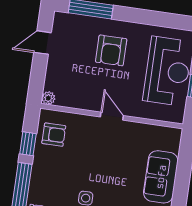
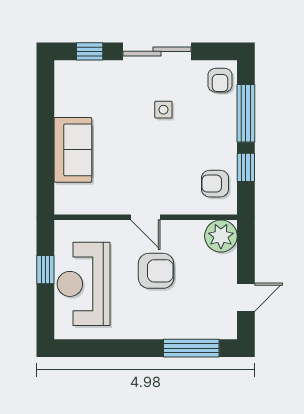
armchair: (111, 50) -> (156, 271), moved, turned 90
plant: (48, 98) -> (221, 236), width x1.87, depth x1.87

